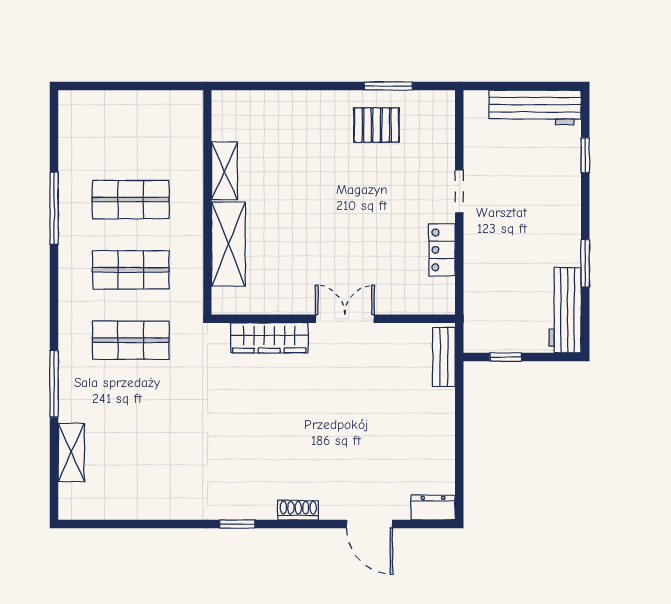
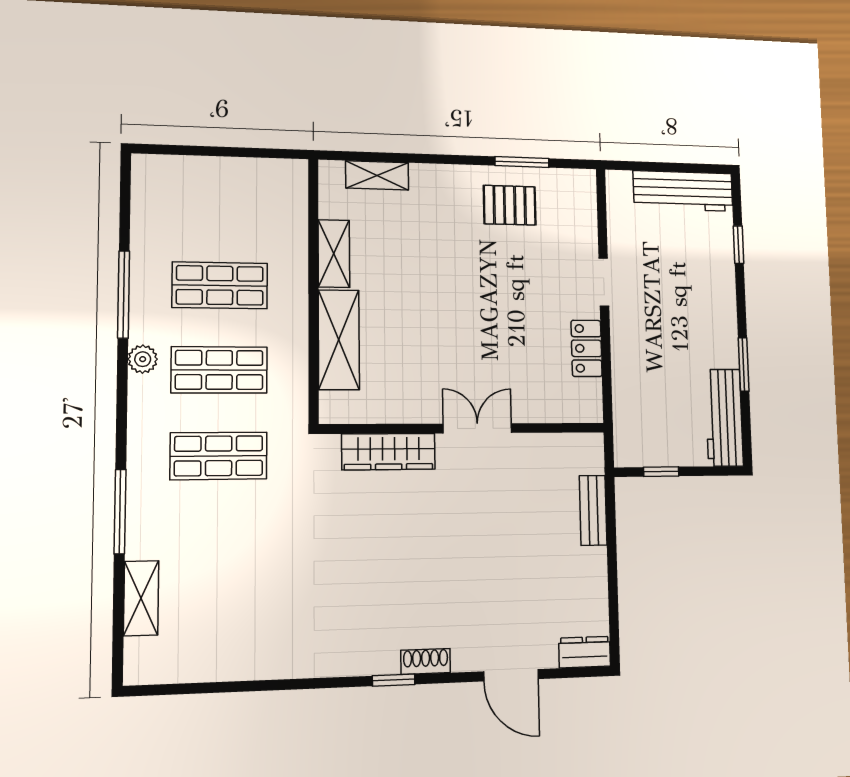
shelving: (262, 102) -> (377, 175), added
plant: (70, 261) -> (143, 359), added
bench: (444, 357) -> (593, 510), moved
window: (237, 524) -> (394, 680), moved

